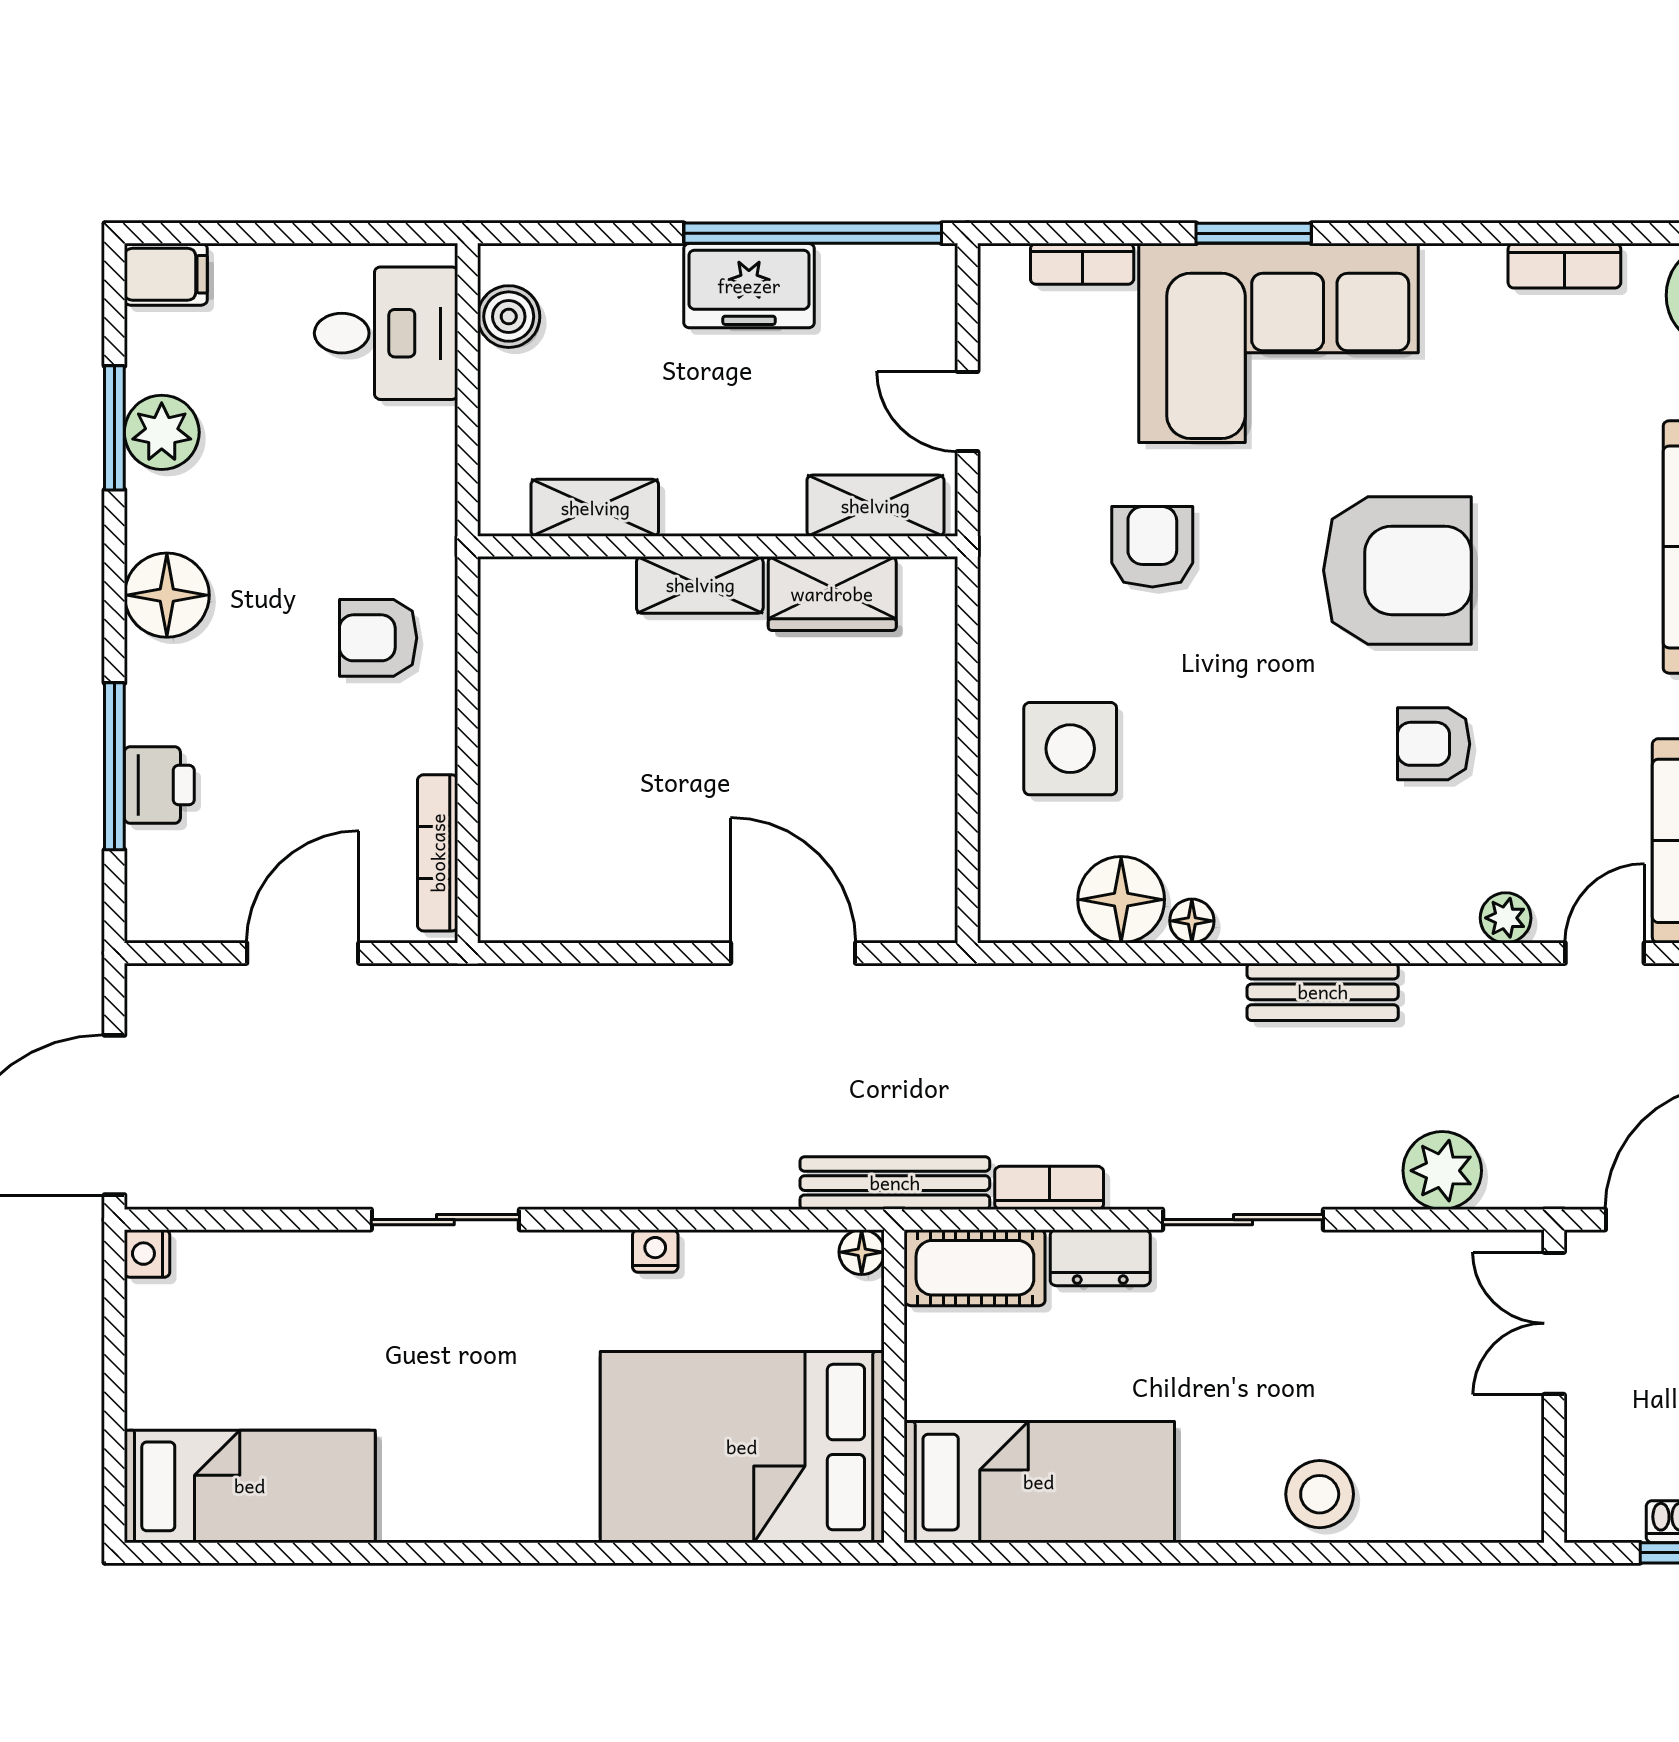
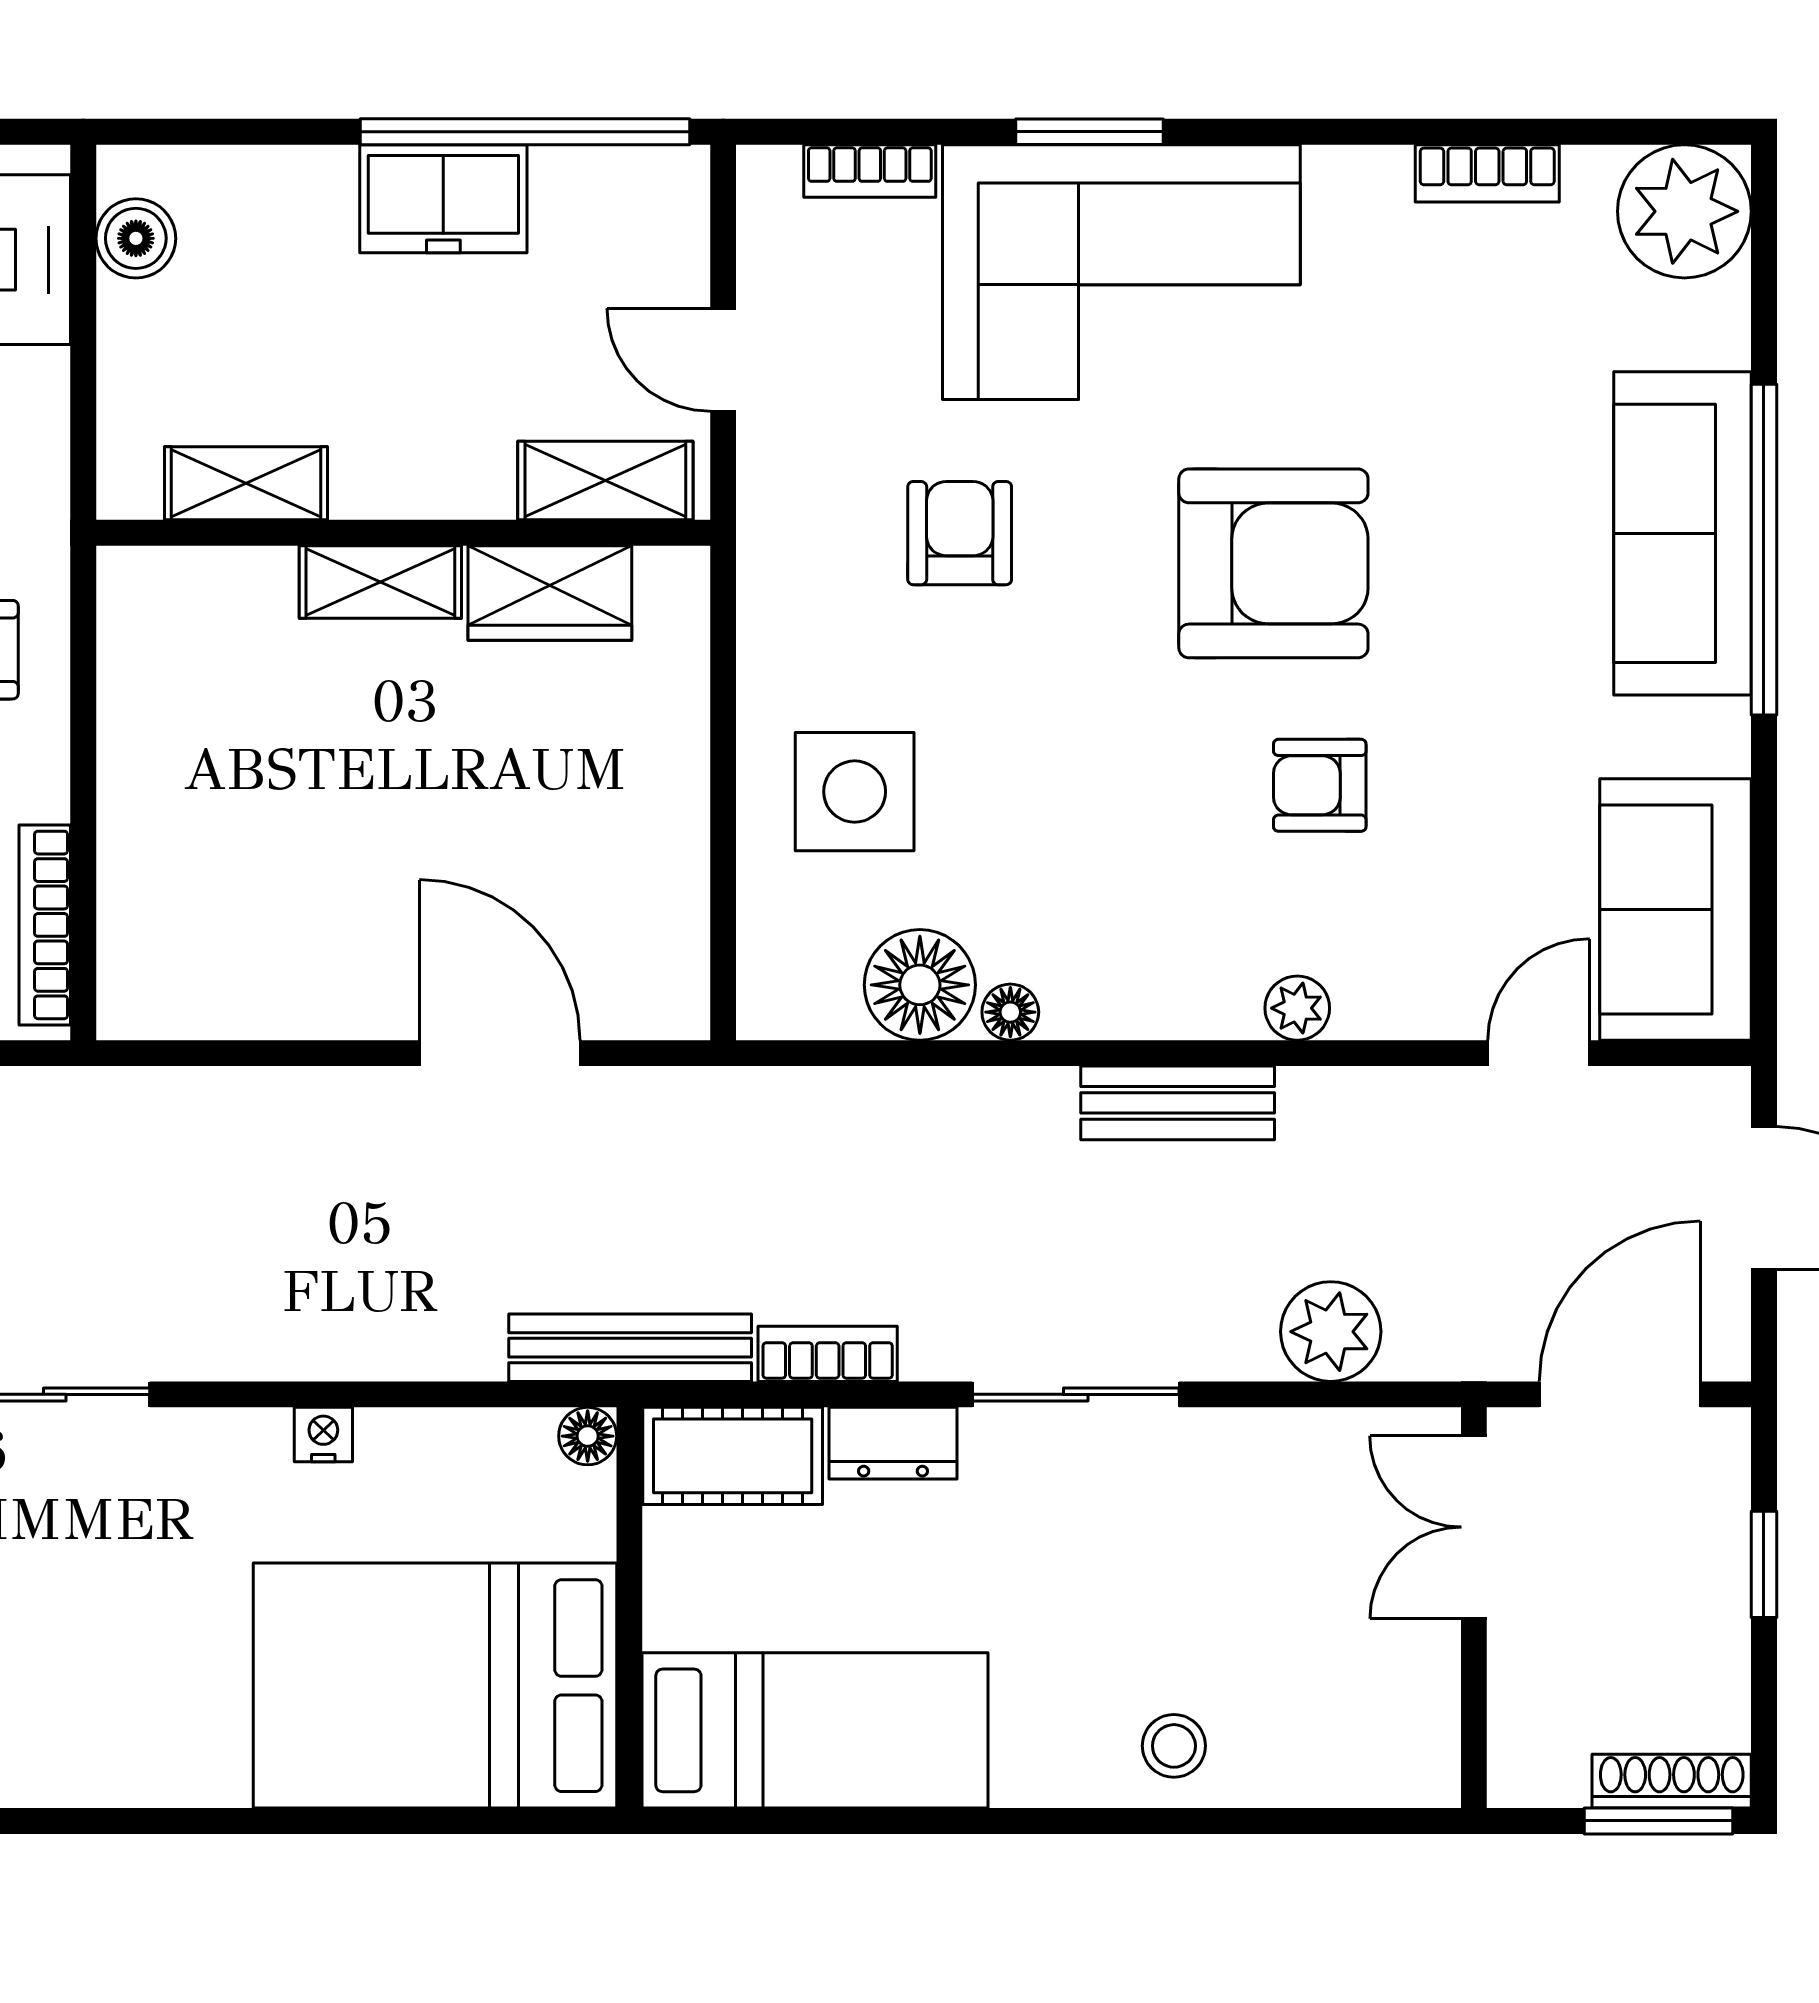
plant: (1506, 918) -> (1297, 1008), moved
stool: (1320, 1494) -> (1174, 1746), width x0.73, depth x0.73

